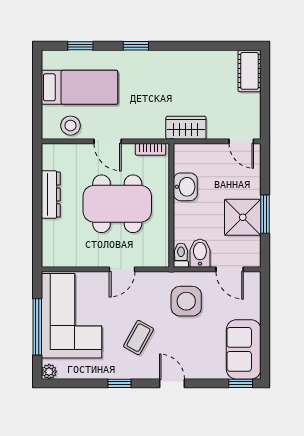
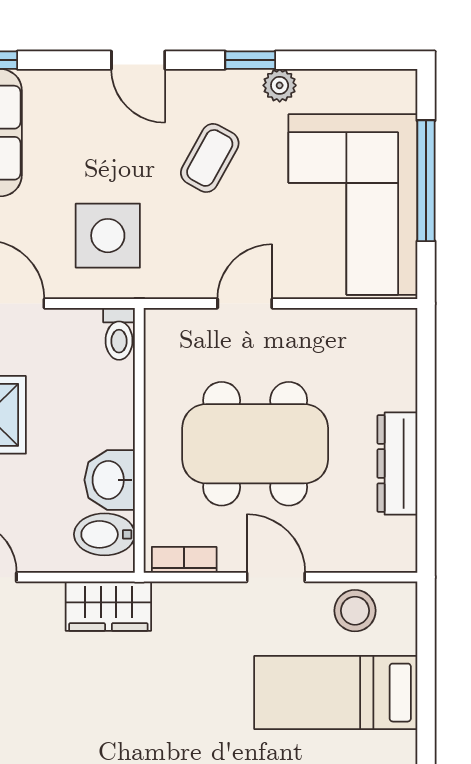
bidet: (200, 253) -> (104, 534), moved, turned 90
plant: (49, 372) -> (280, 85), moved

